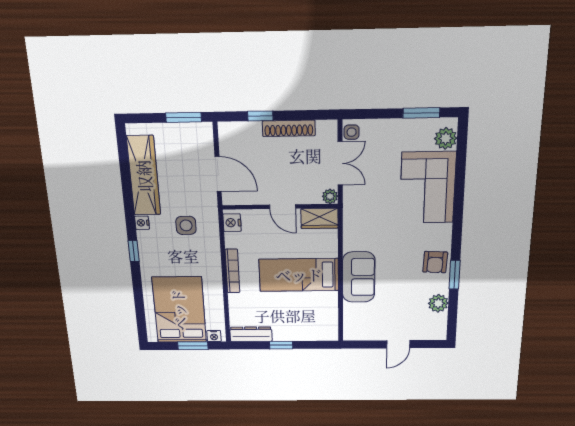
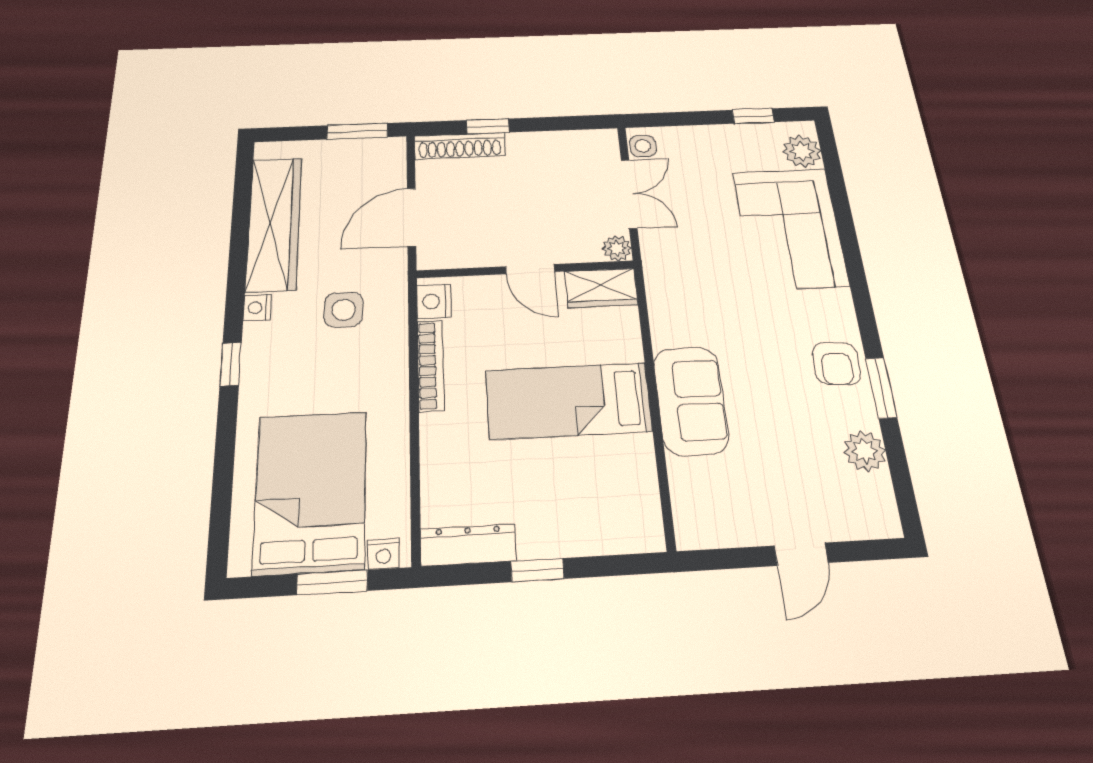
window: (421, 113) -> (753, 116), width x0.67
shoe rack: (289, 128) -> (460, 146), moved
door: (218, 174) -> (412, 217), swing flipped
bookcase: (232, 271) -> (430, 365), moved

